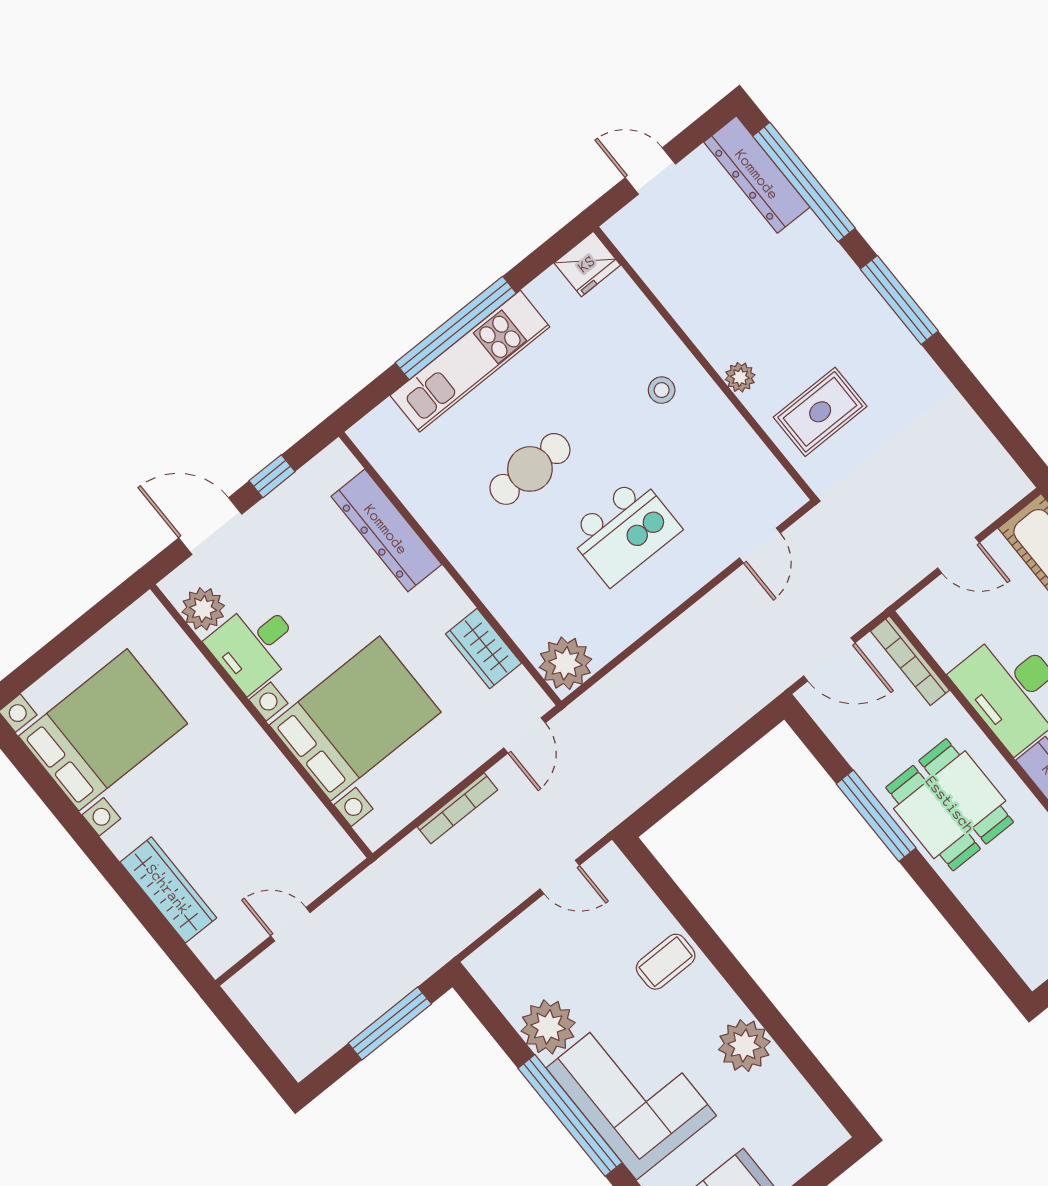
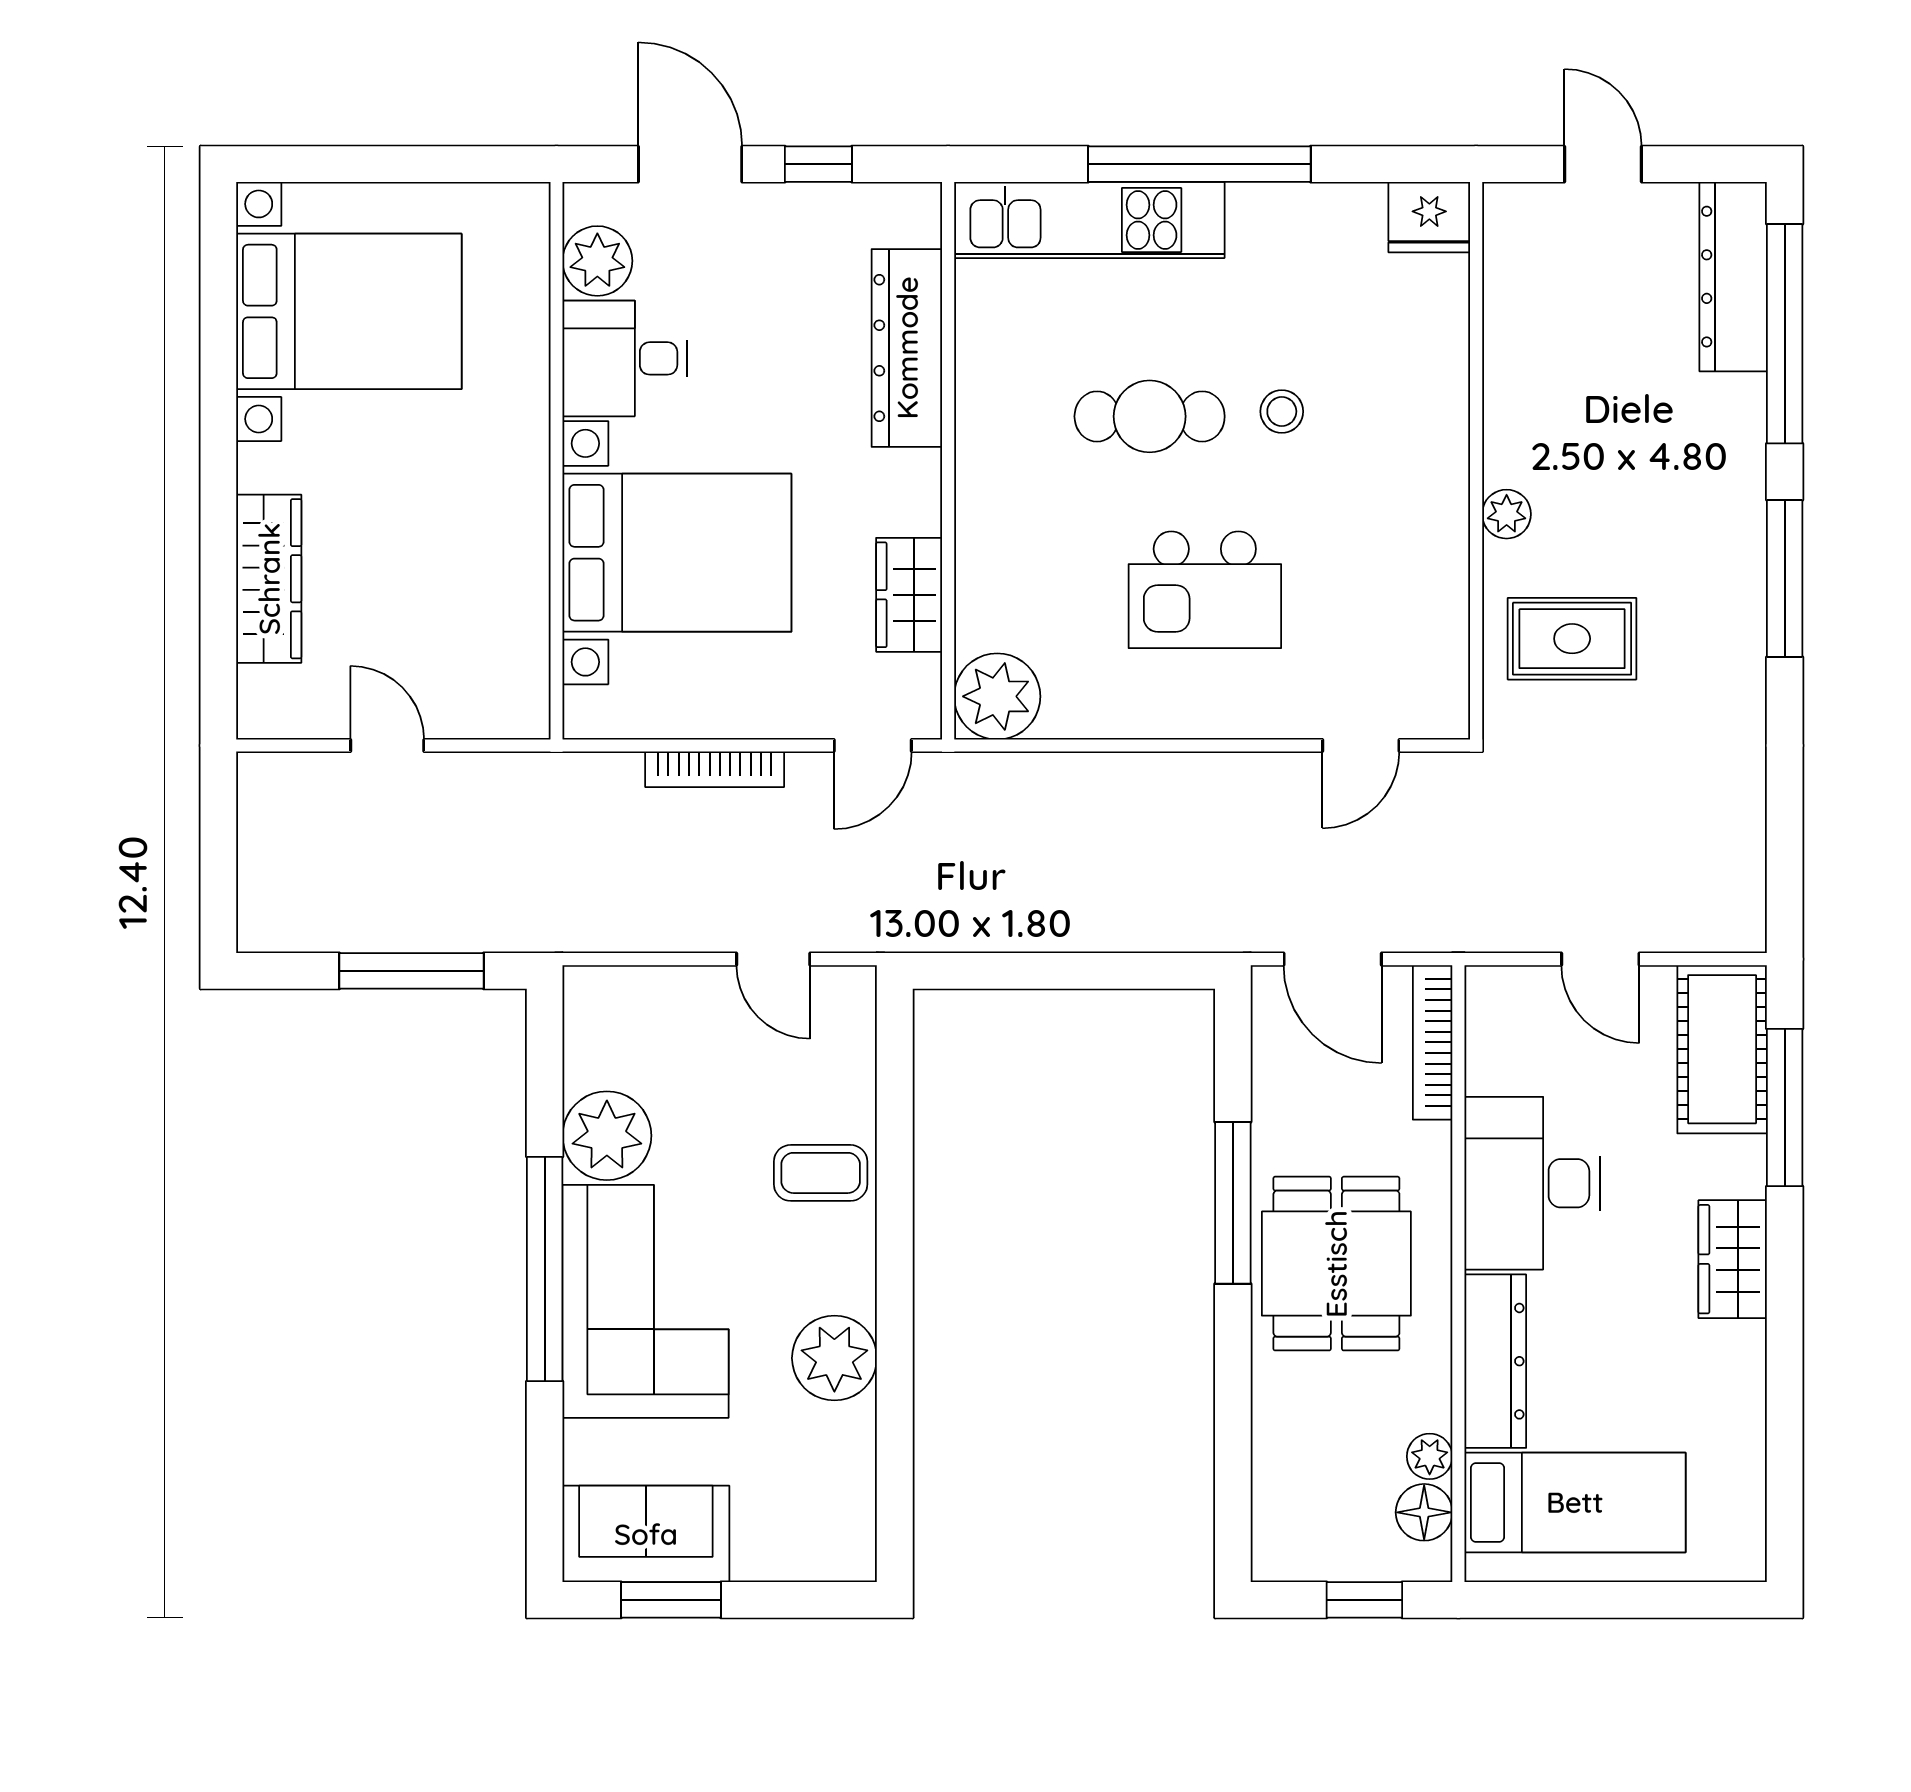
kitchen unit: (470, 361) -> (1089, 220), moved
stool: (662, 390) -> (1282, 411), moved

